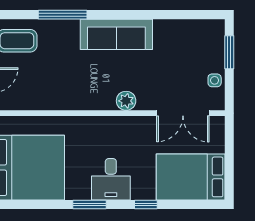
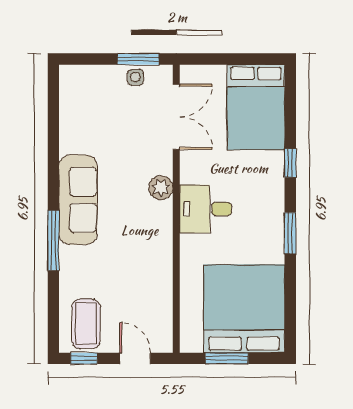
window: (63, 15) -> (53, 240), moved
window: (229, 52) -> (138, 59), moved
desk: (111, 179) -> (206, 209), moved, turned 180

